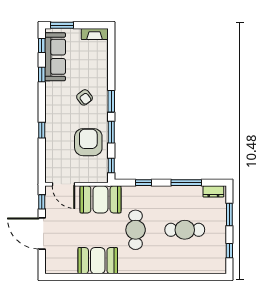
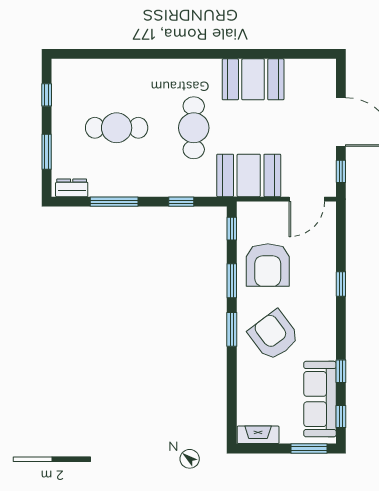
armchair: (85, 97) -> (274, 335), width x1.88, depth x1.88
door: (63, 184) -> (307, 199), swing flipped

